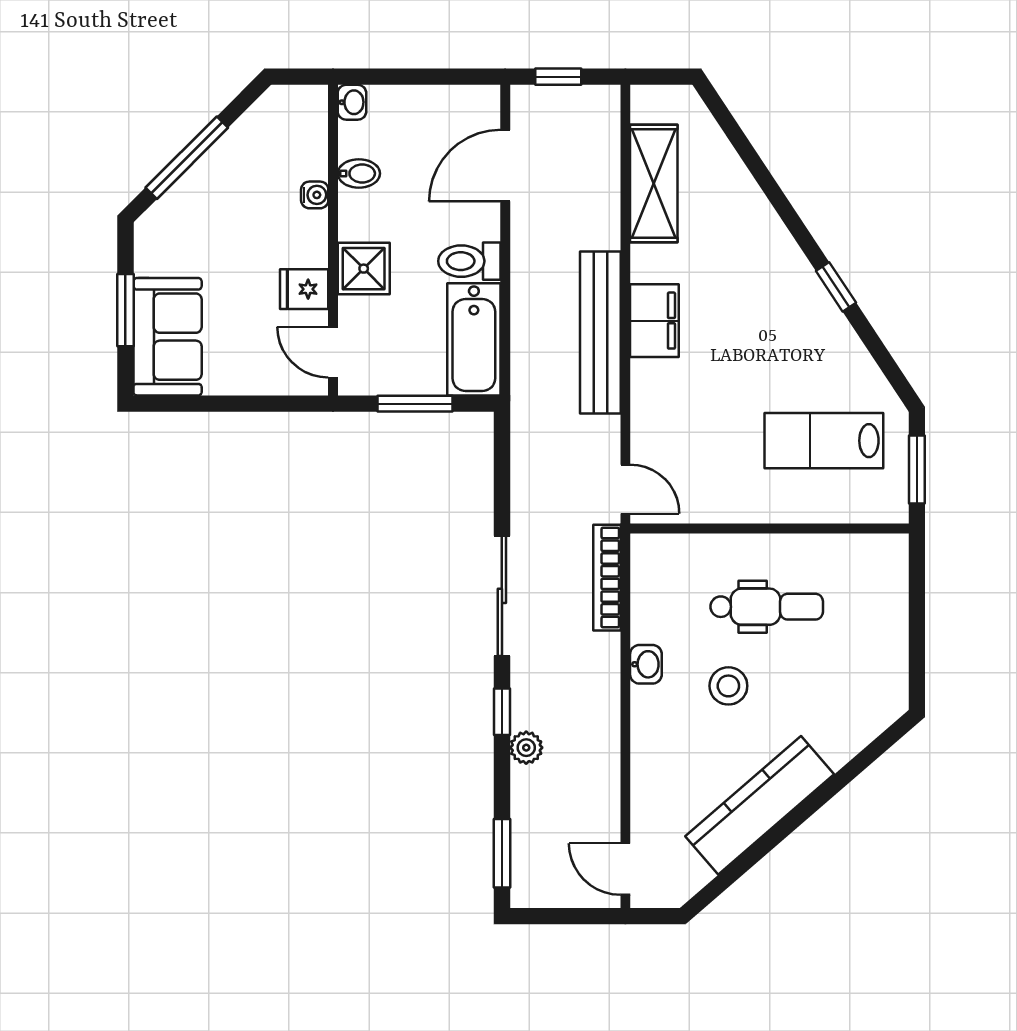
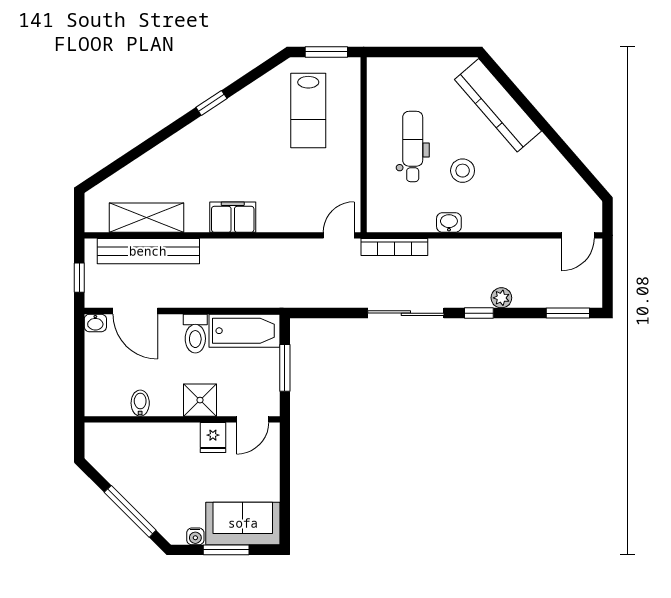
washbasin: (352, 102) -> (95, 323), moved, turned 180
water cooler: (315, 195) -> (195, 536), moved, turned 180
bench: (600, 333) -> (148, 251), moved
kitchen counter: (760, 805) -> (498, 105), moved

